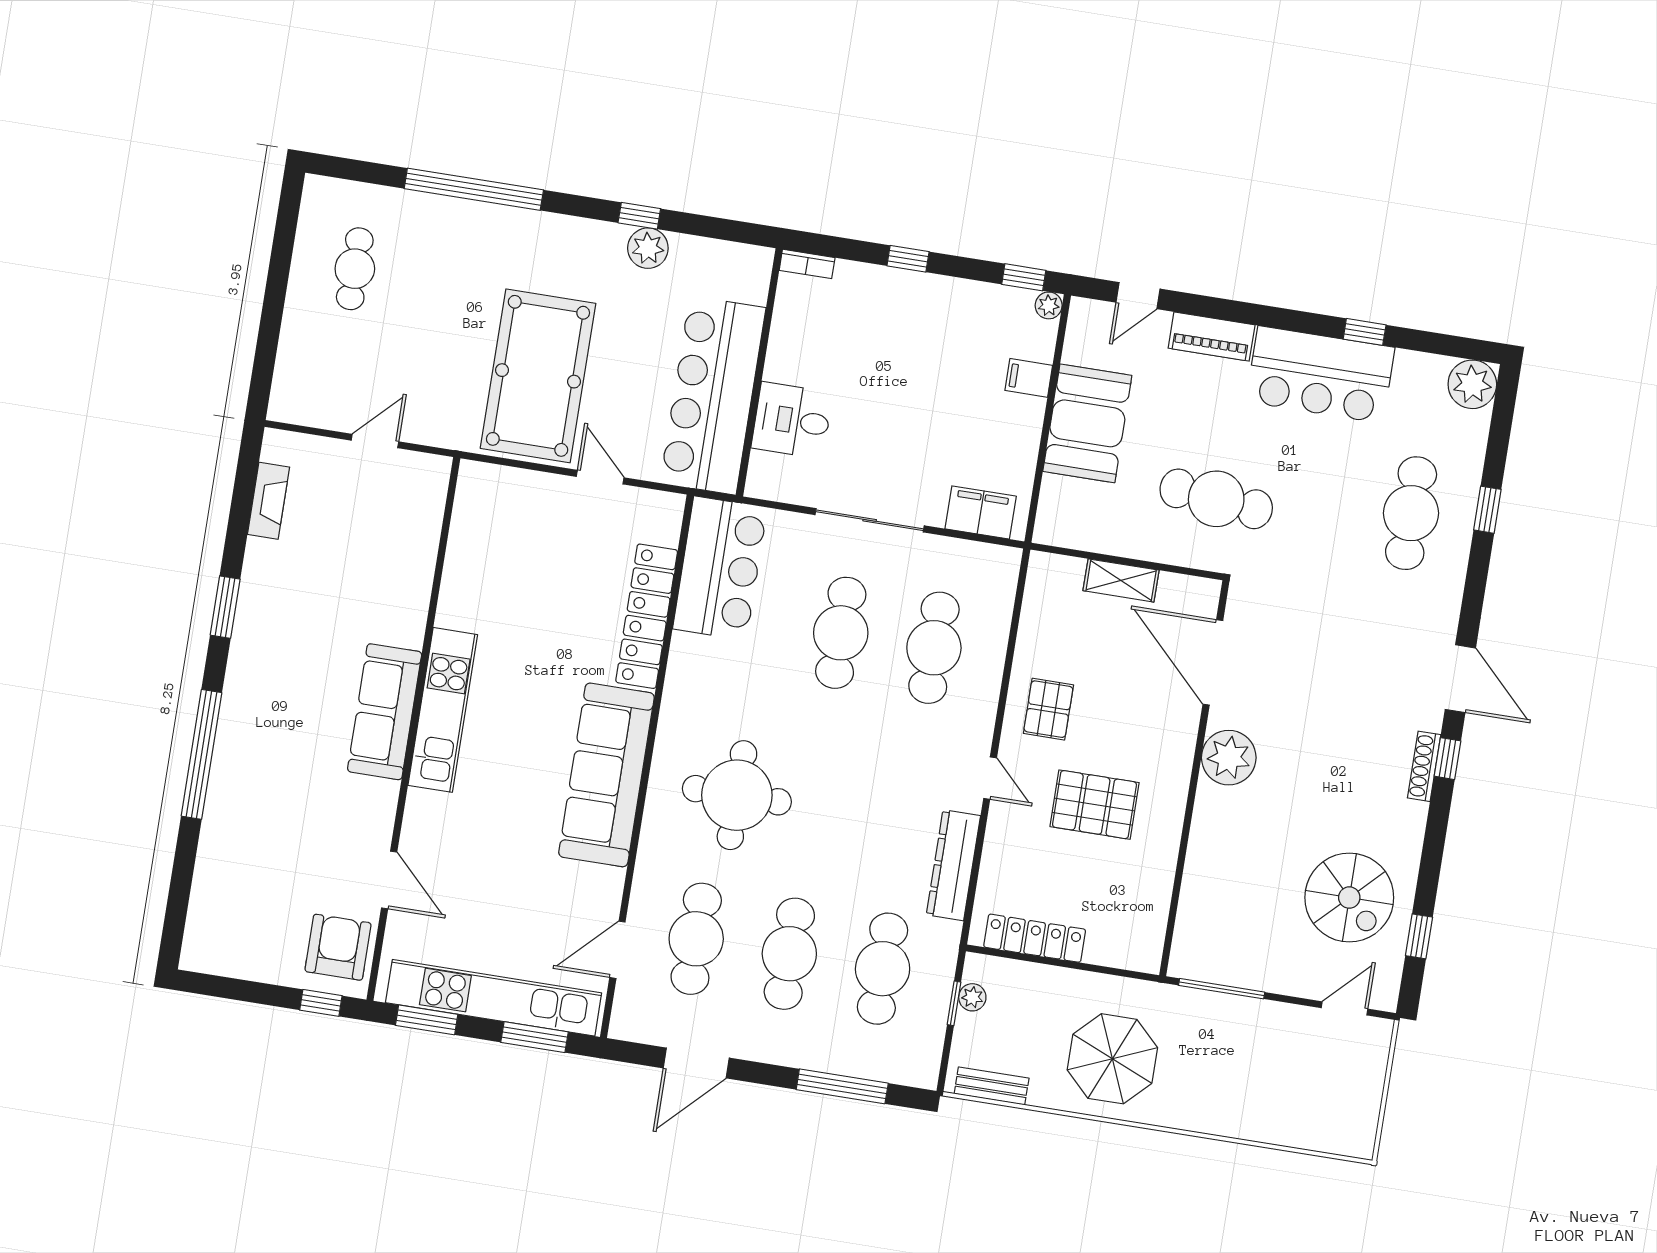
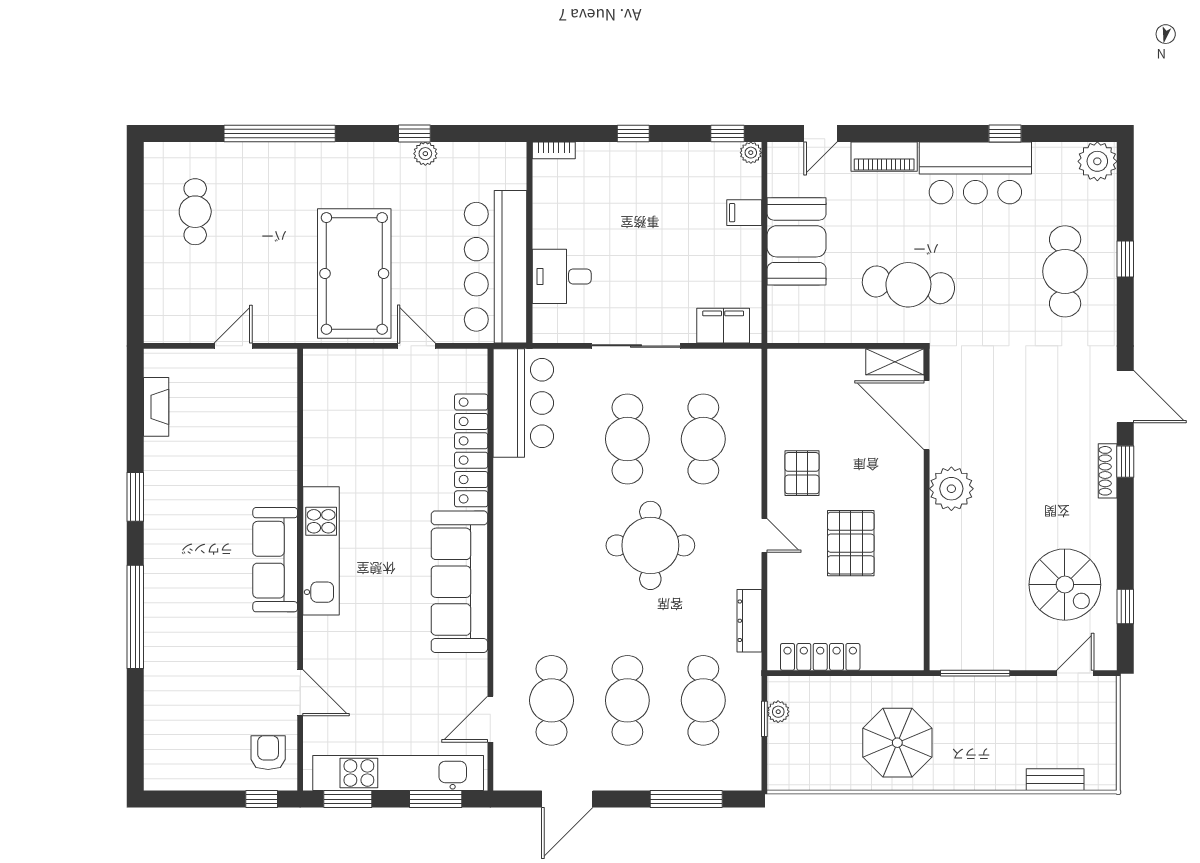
plant: (648, 248) -> (425, 154), width x0.73, depth x0.73
shelving: (1121, 580) -> (895, 362), moved
round table: (737, 795) -> (650, 545), moved
pallet: (1095, 805) -> (851, 543), turned 90
dresser: (953, 865) -> (749, 621), width x0.73, depth x0.80
armchair: (338, 947) -> (268, 753), width x0.72, depth x0.72
bench: (992, 1086) -> (1055, 780), moved

